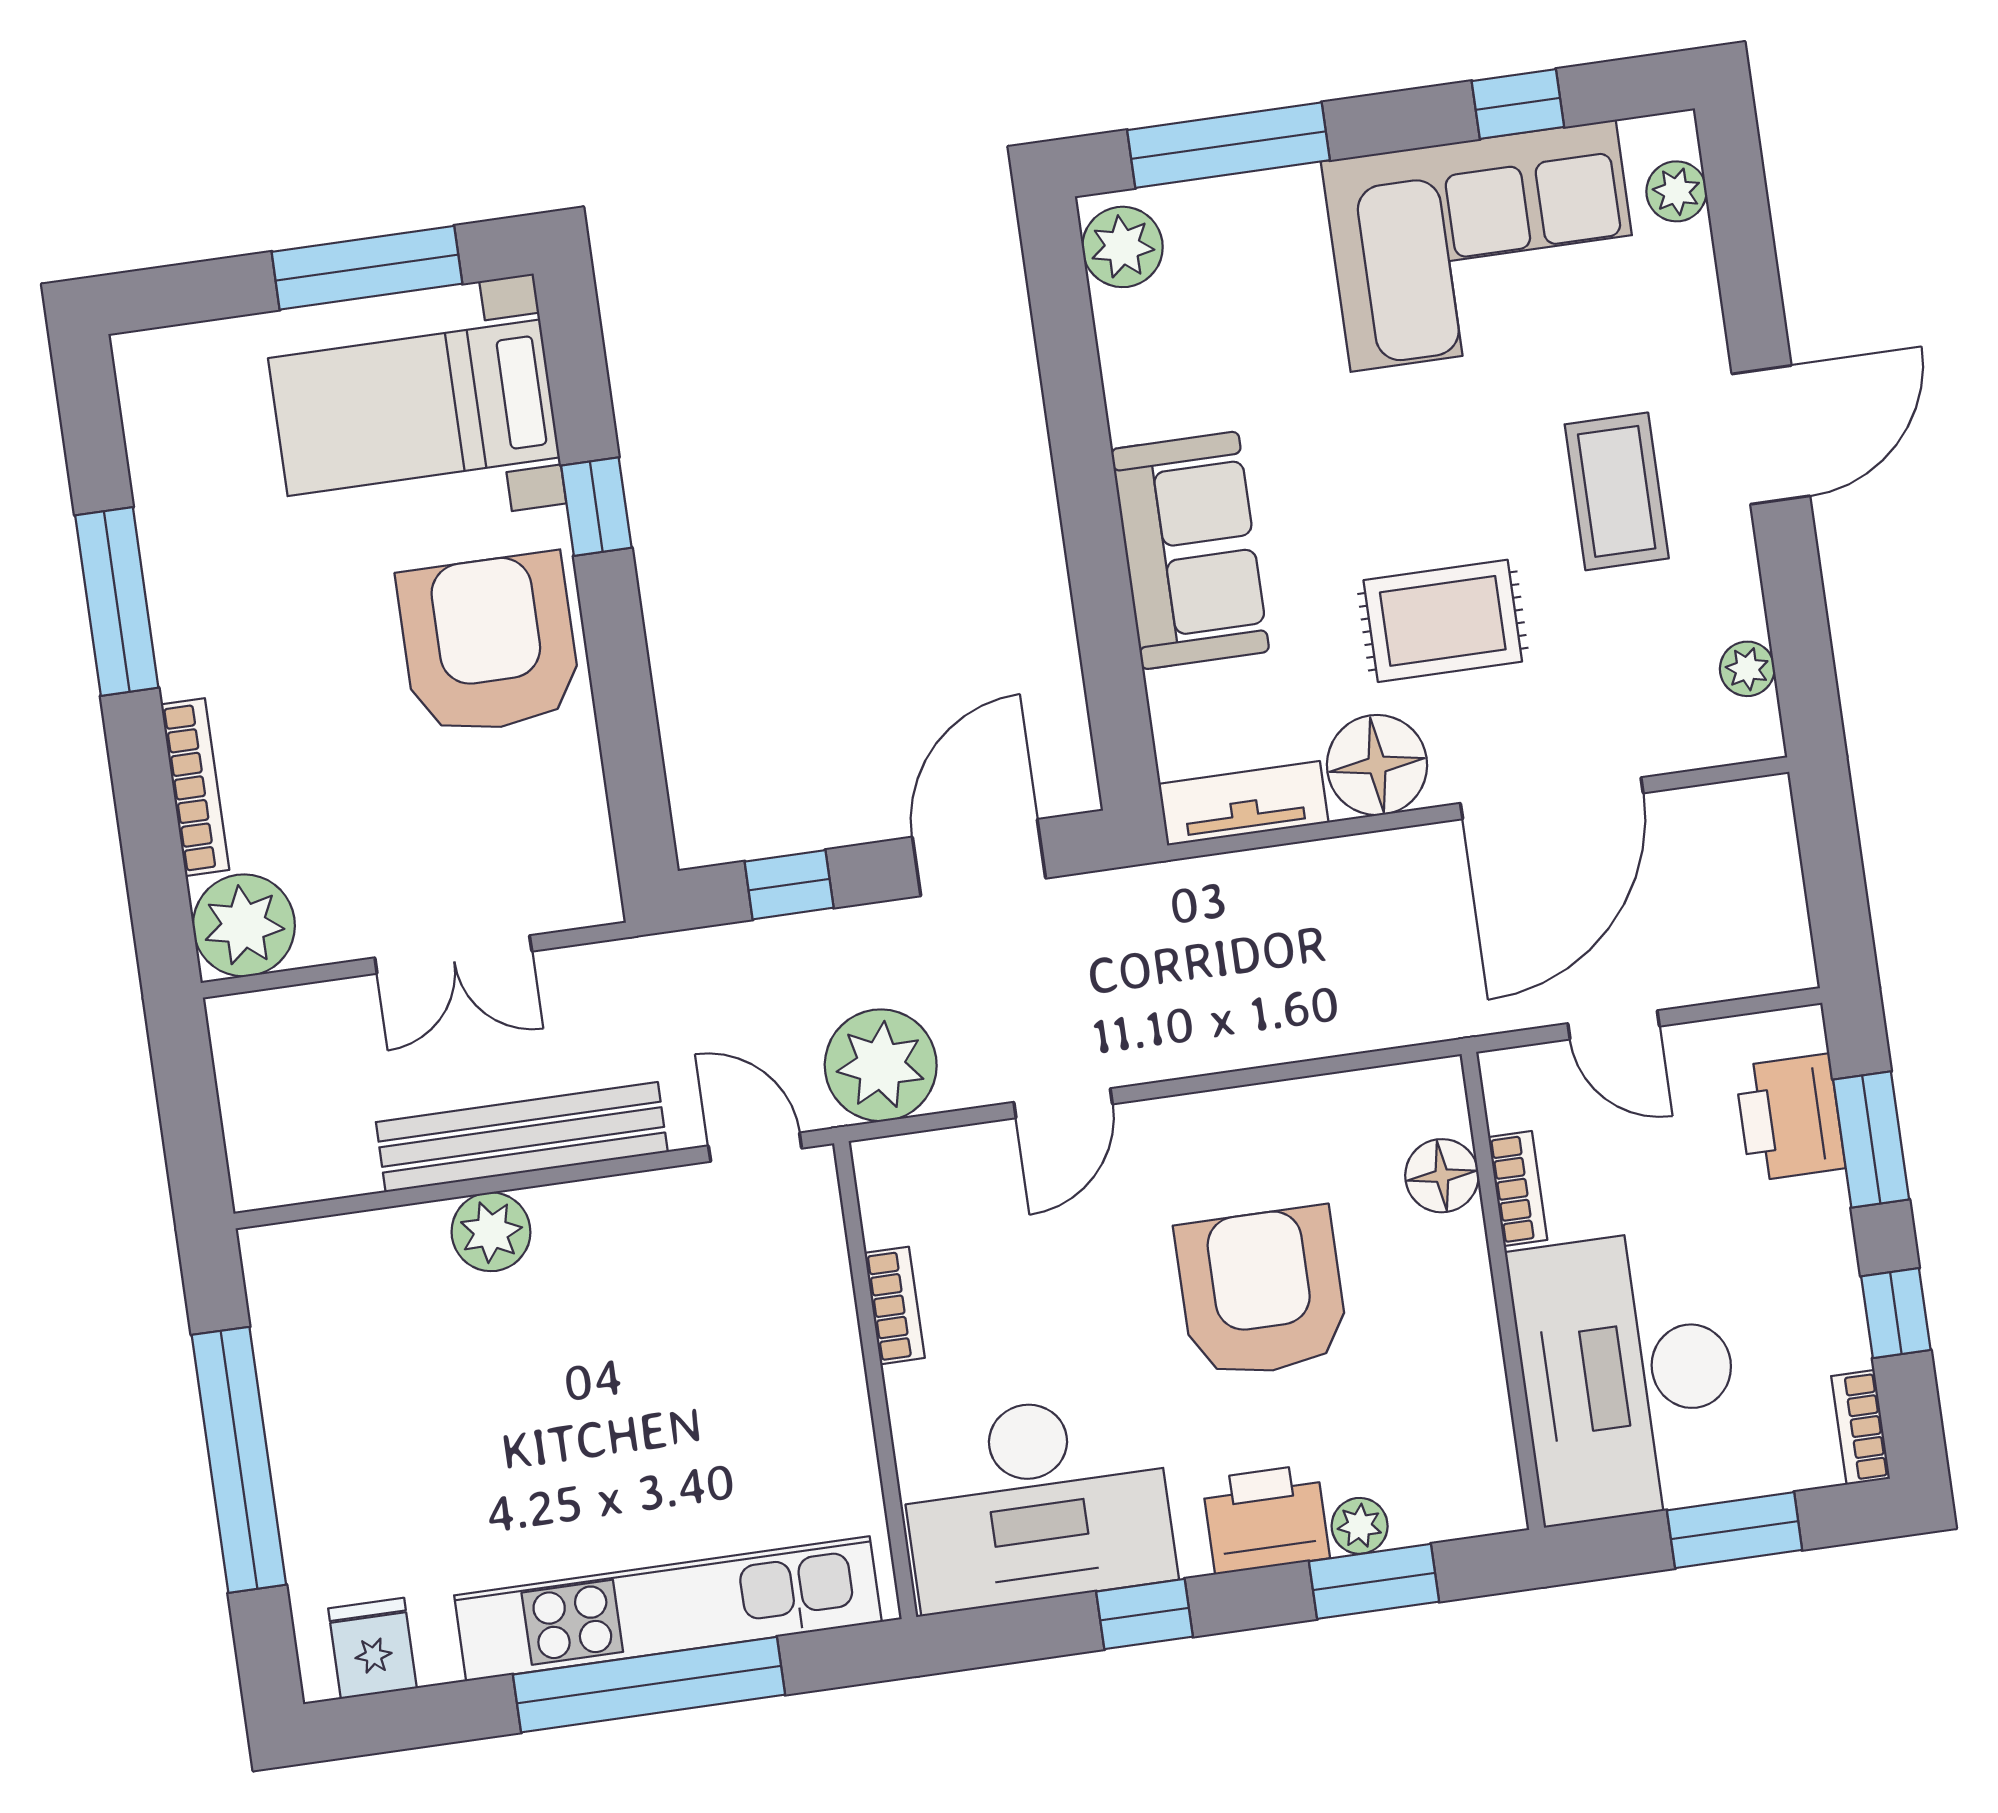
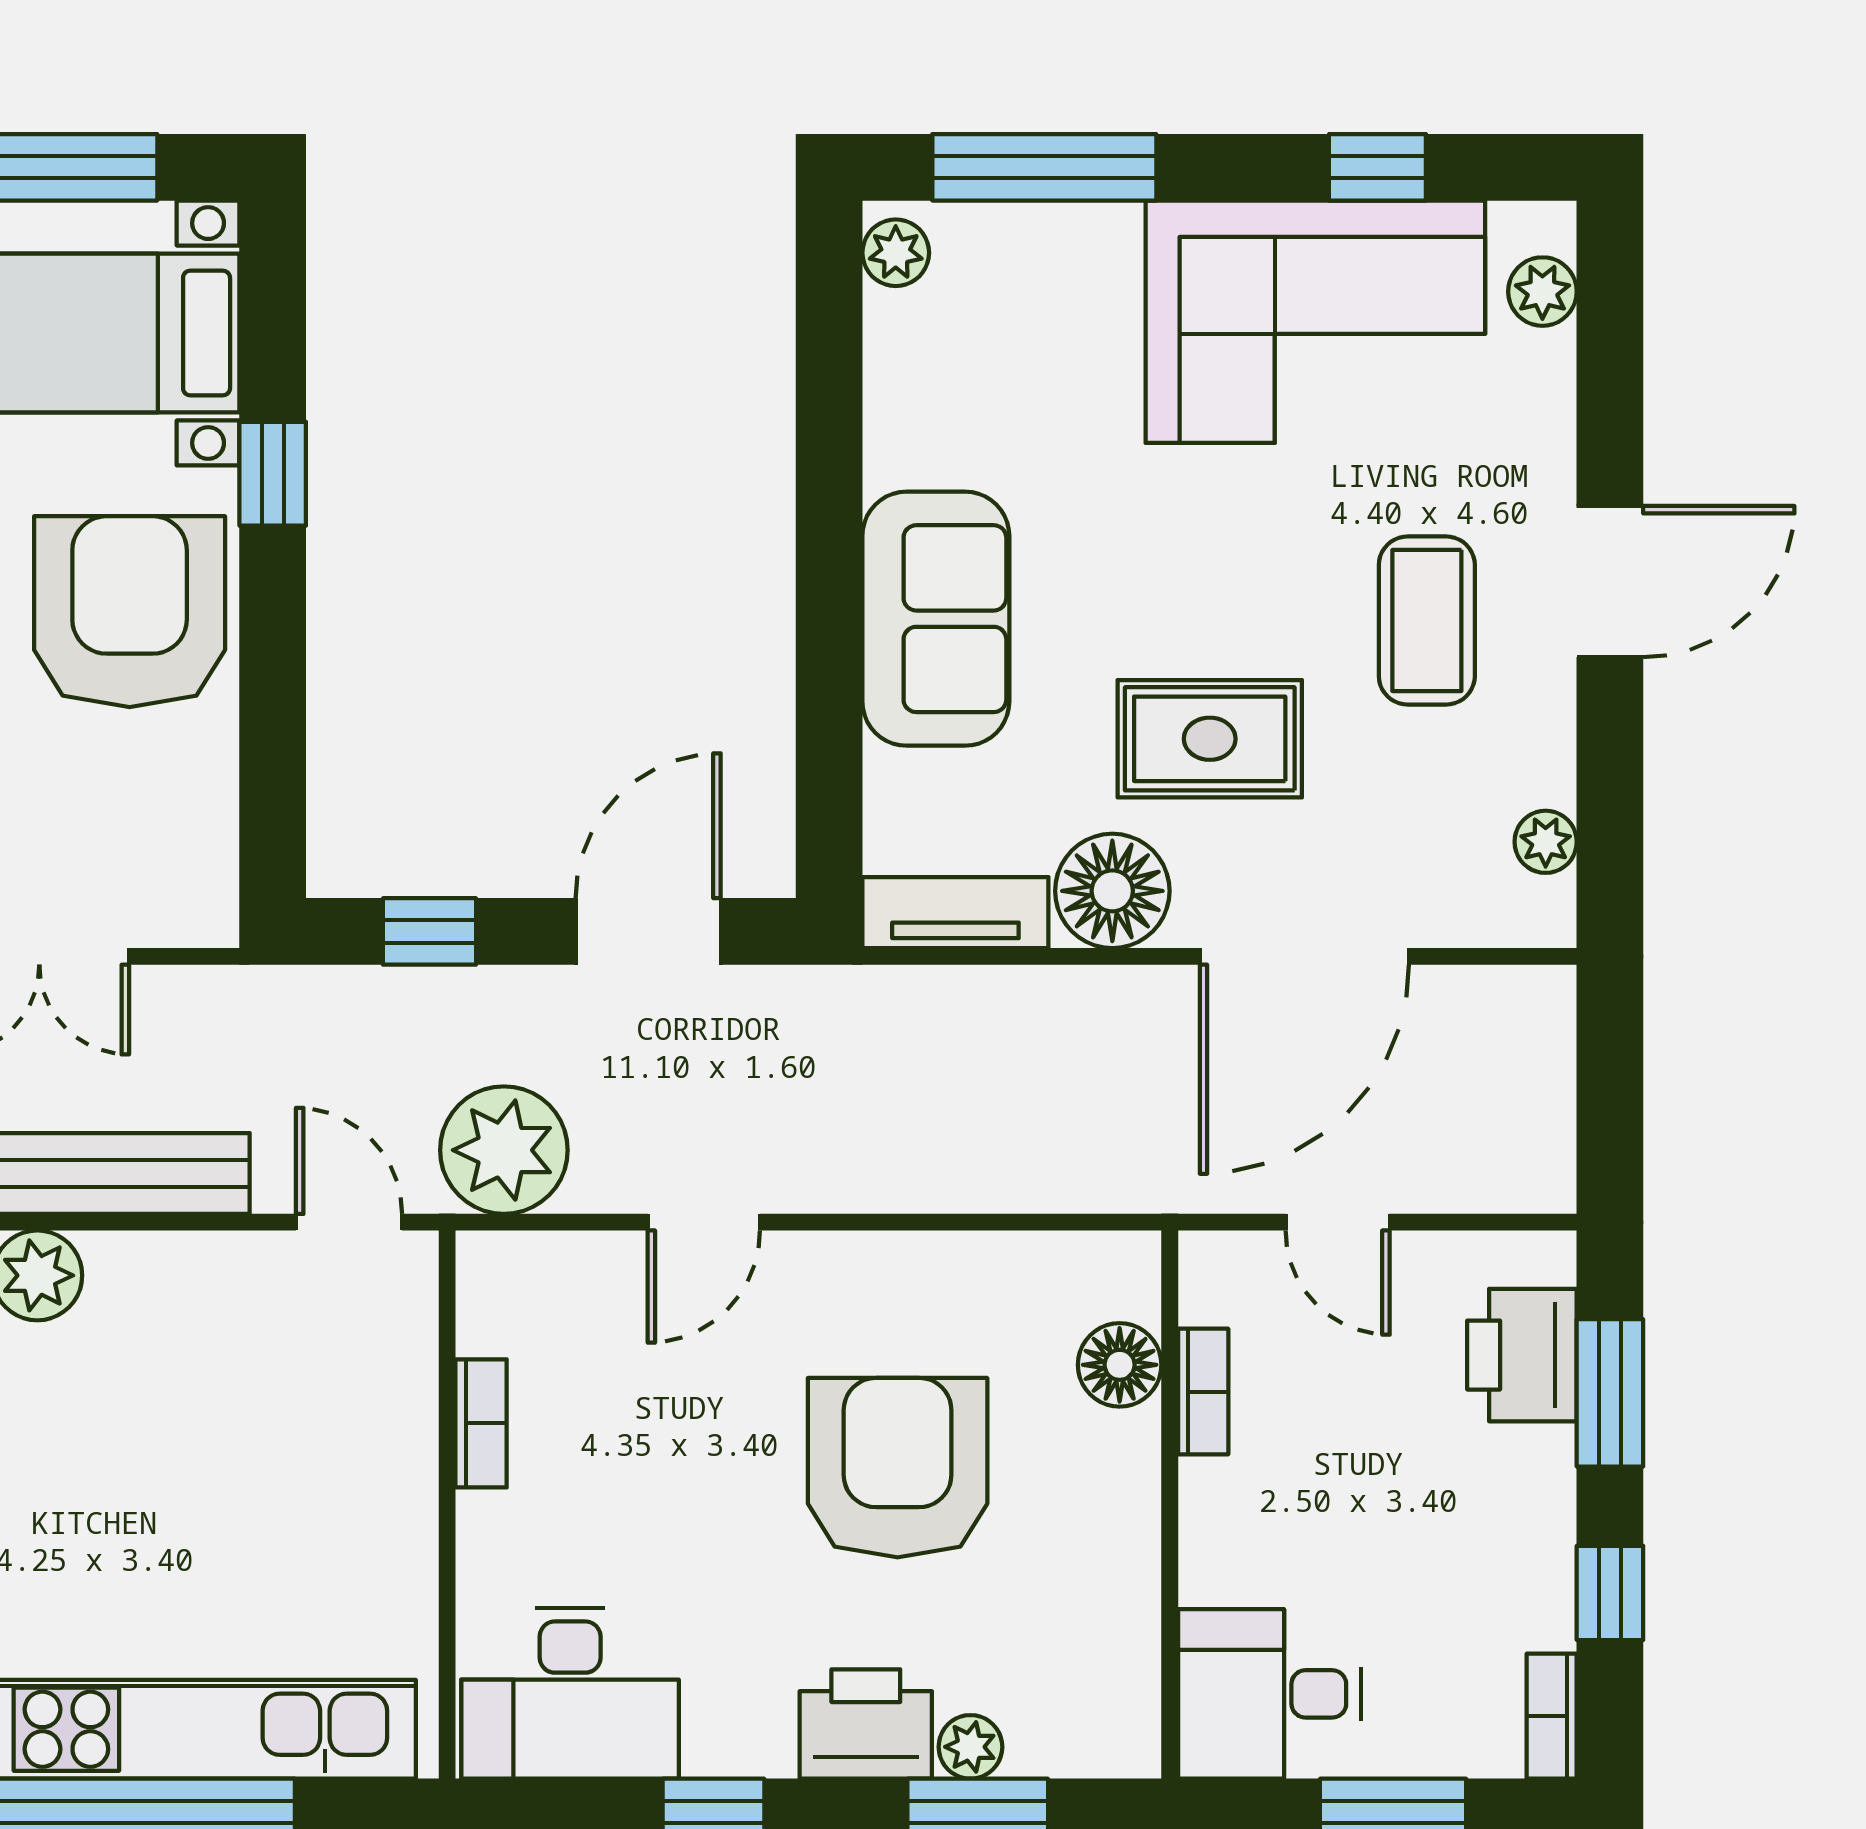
plant: (1122, 247) -> (896, 253), width x0.73, depth x0.73
desk: (1627, 1375) -> (1269, 1694), width x0.53, depth x0.77
desk: (1037, 1502) -> (570, 1693), width x0.73, depth x0.77

